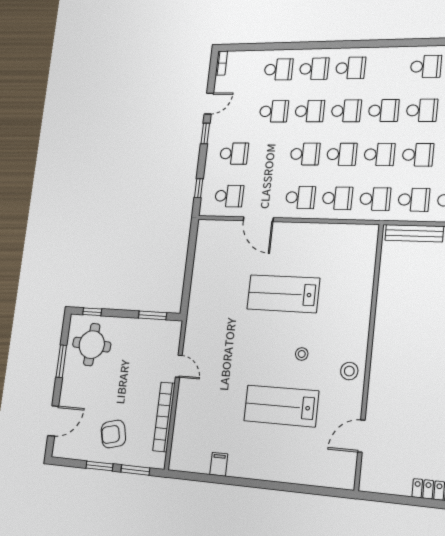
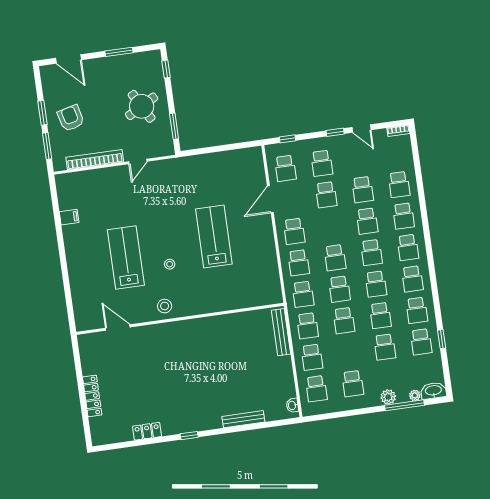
school desk: (388, 67) -> (412, 279), added
school desk: (305, 154) -> (326, 195), moved
round table: (92, 345) -> (142, 106), moved, turned -33

